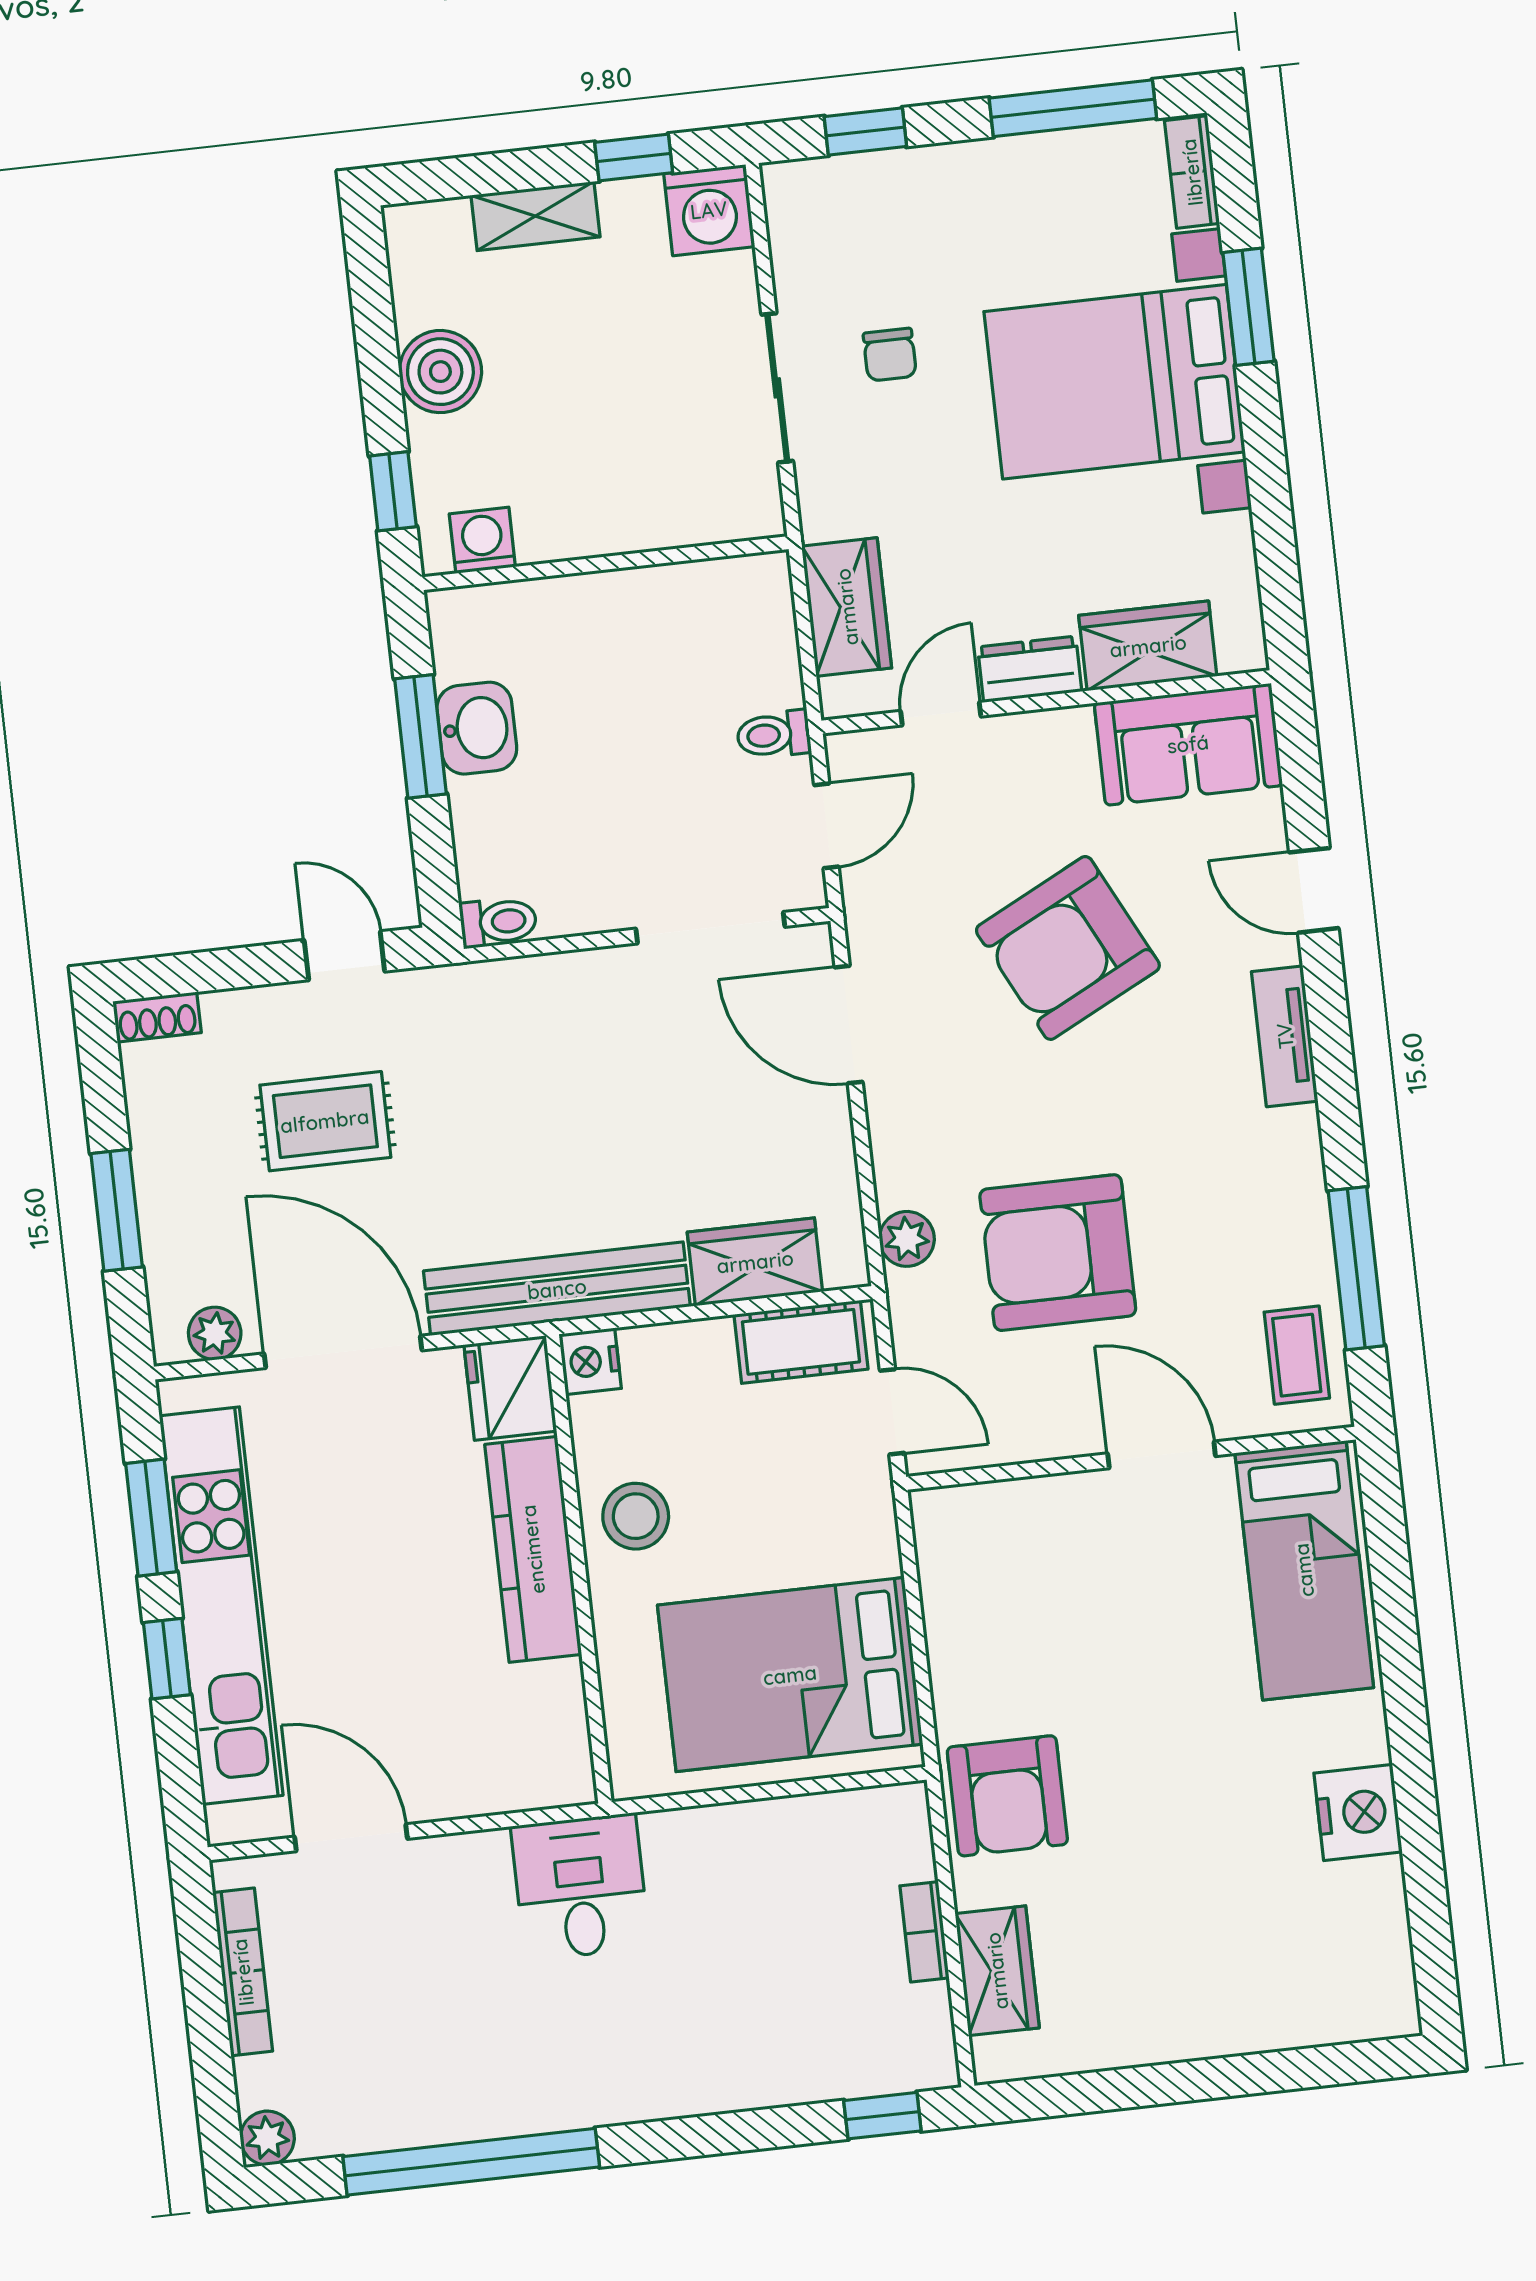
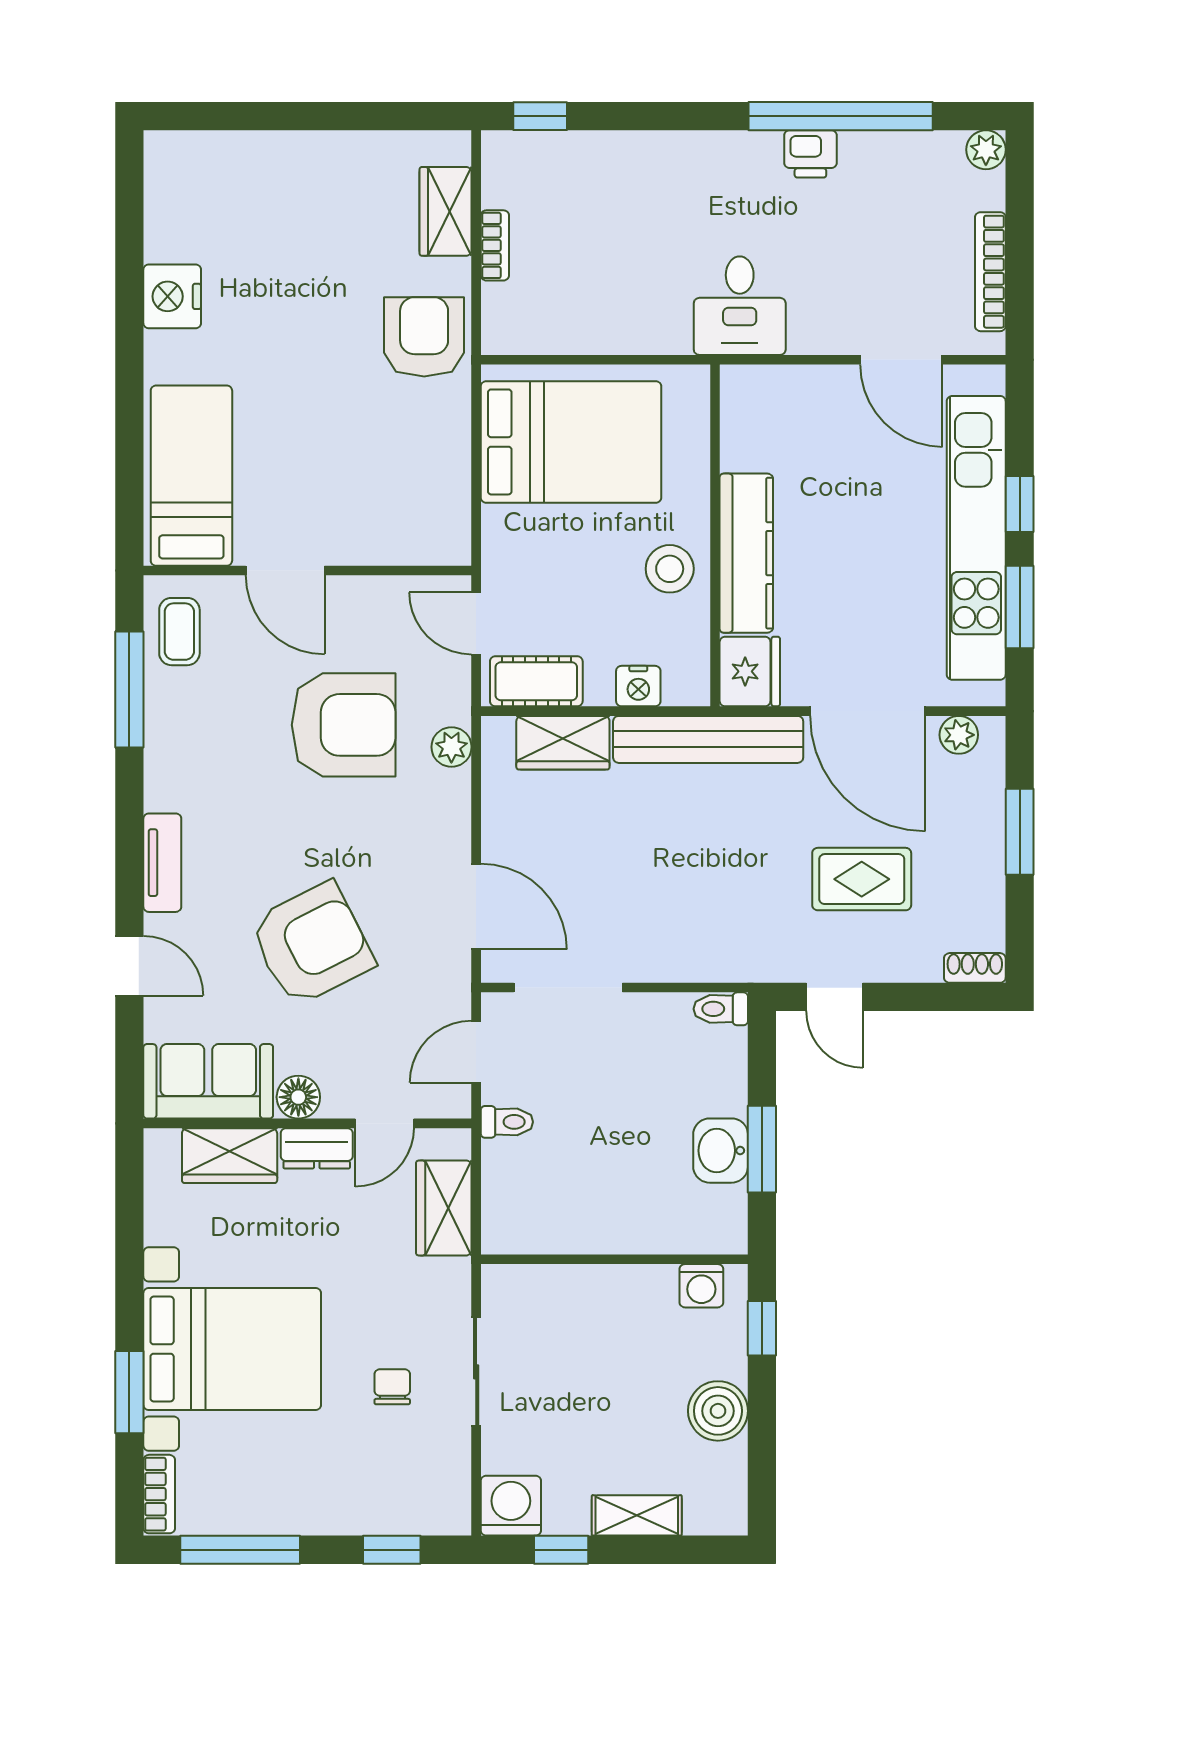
floor lamp: (1063, 736) -> (298, 1097), added
nightstand: (590, 1361) -> (638, 686), moved, turned 90
printer: (507, 2105) -> (810, 154), added

